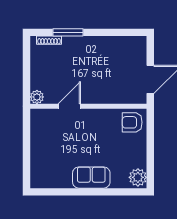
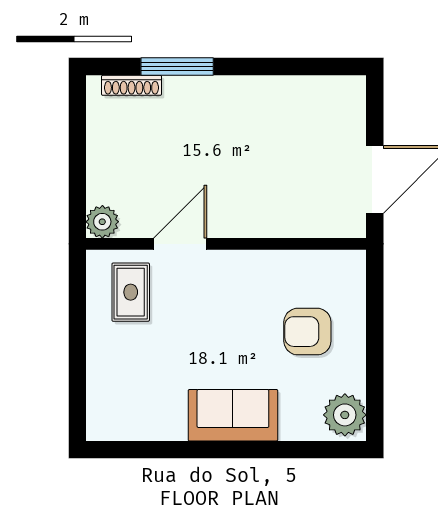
armchair: (132, 122) -> (307, 332), moved
rug: (49, 126) -> (131, 292), added

